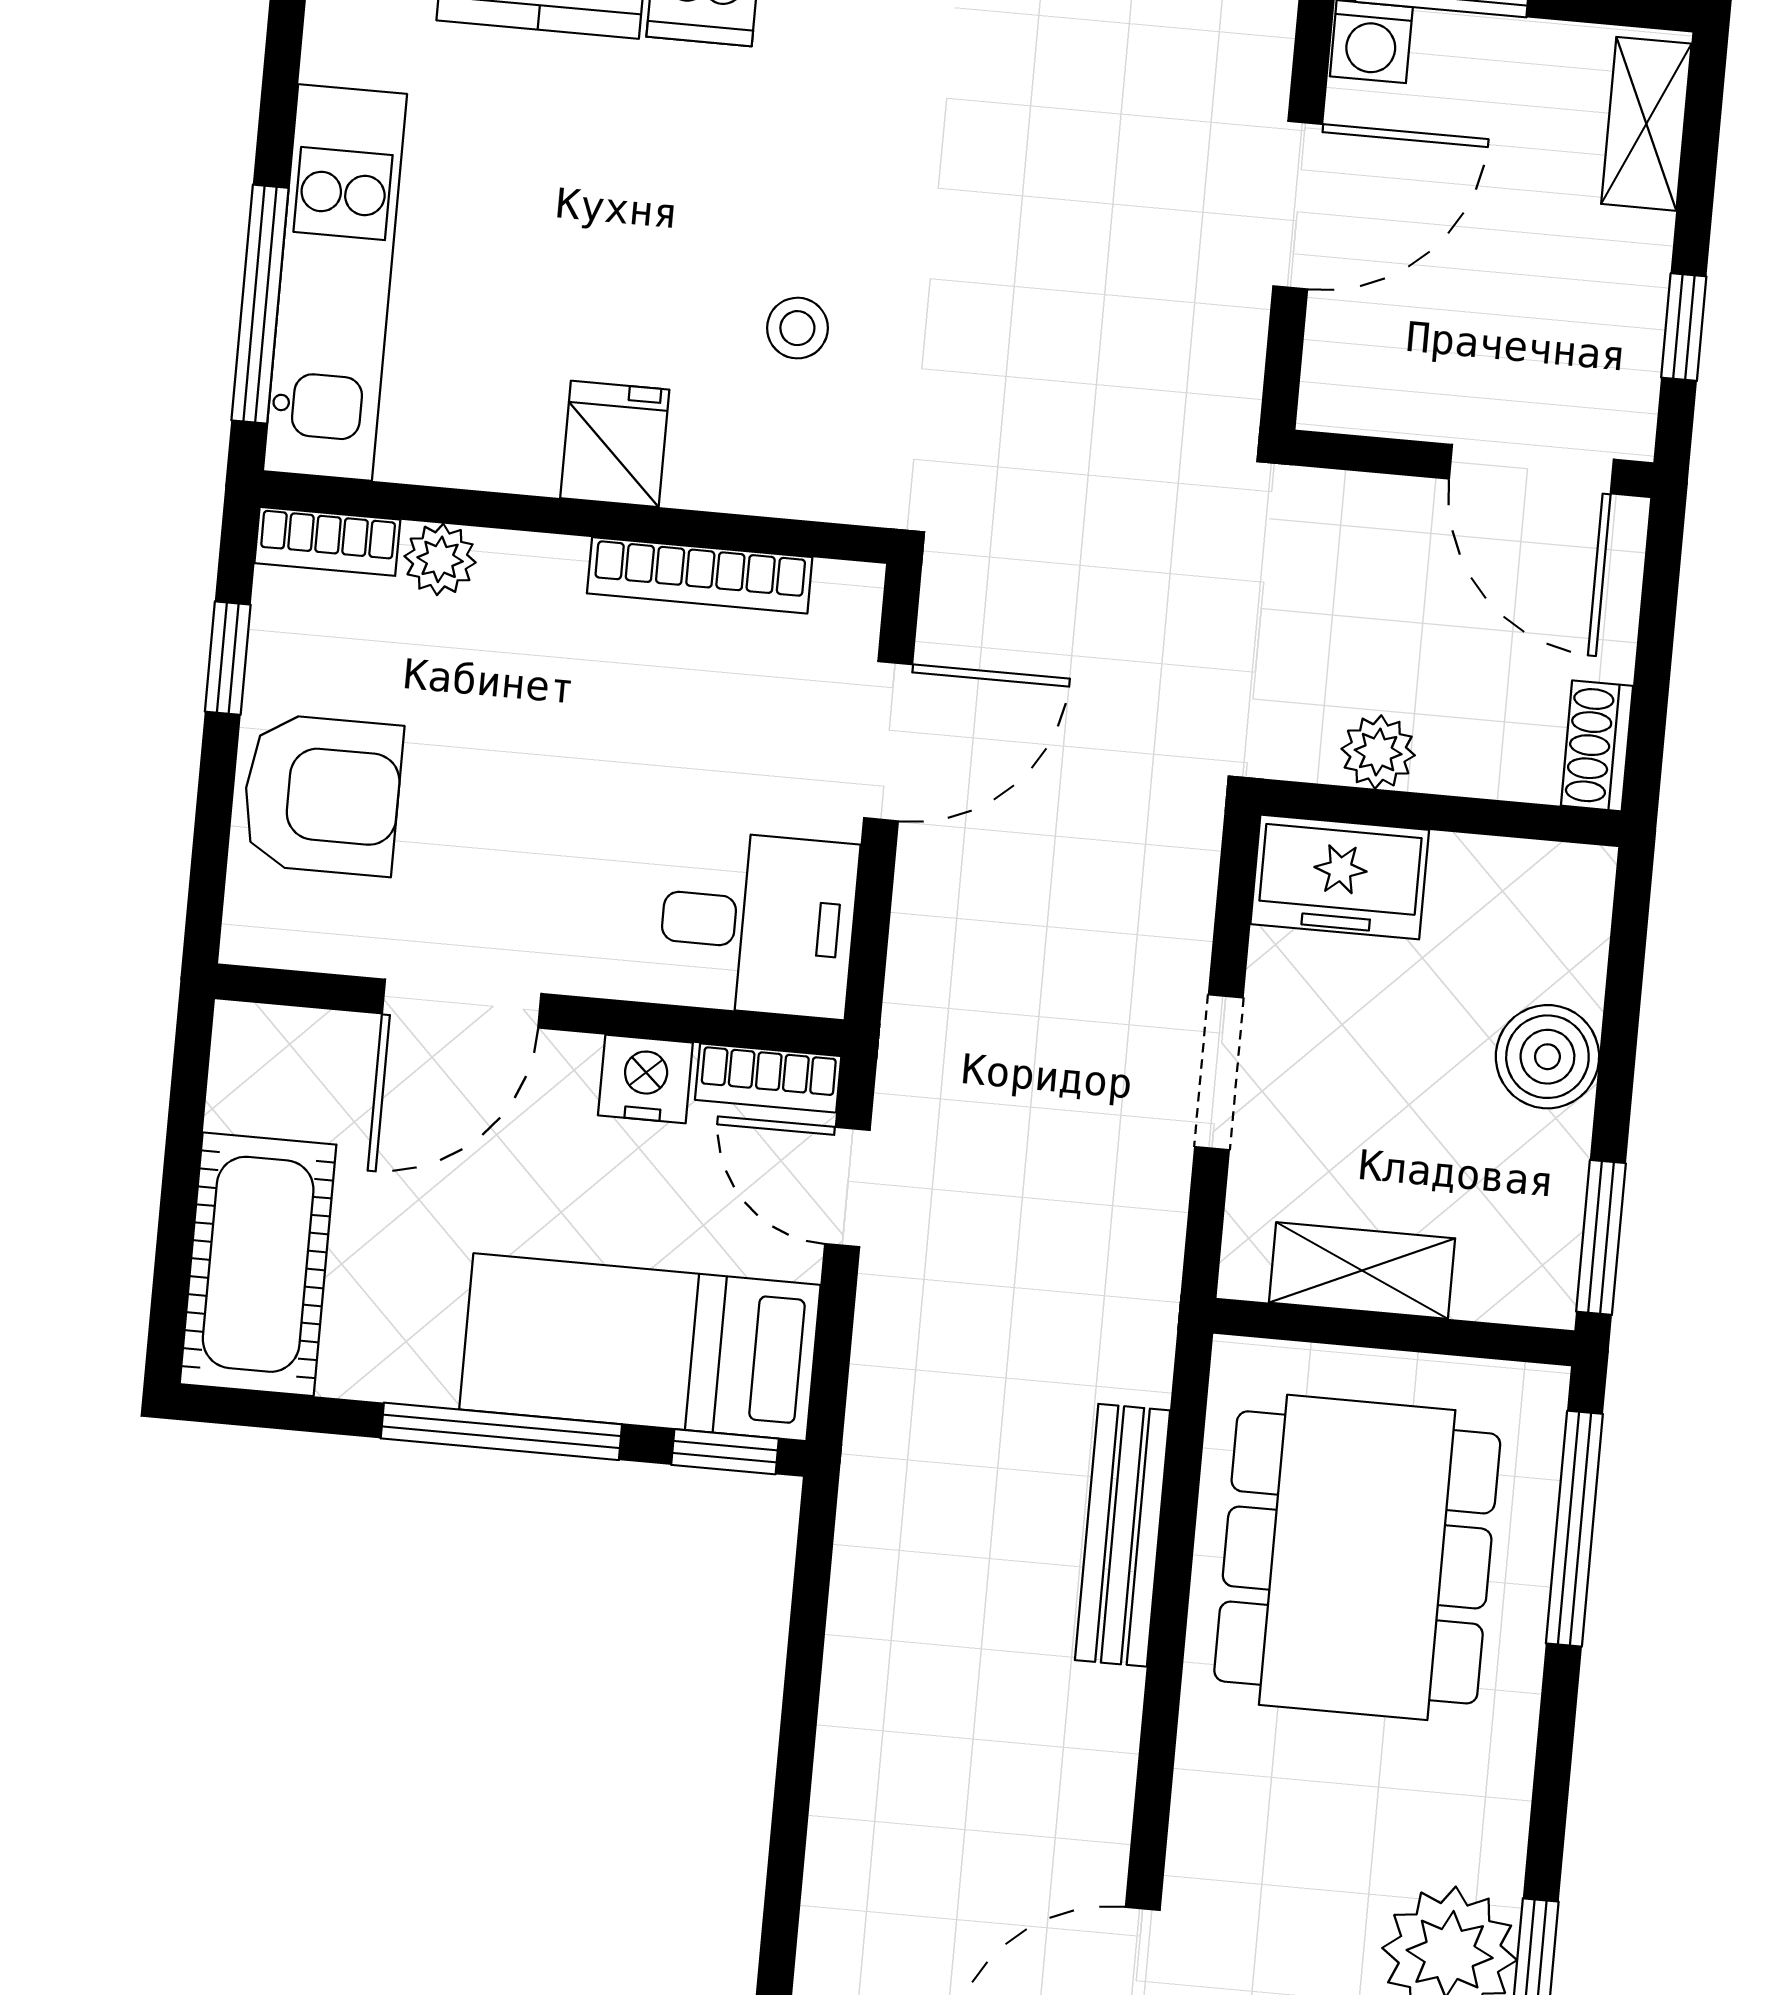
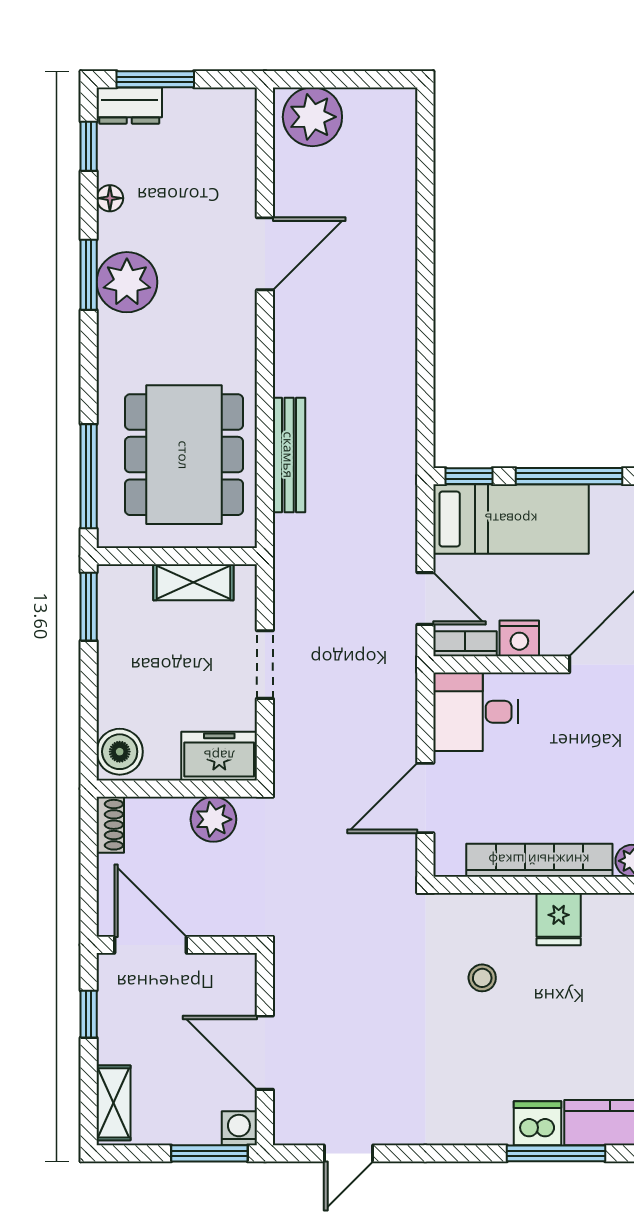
door: (1298, 205) -> (265, 1053), hinge flipped
bookcase: (700, 575) -> (539, 860), width x1.48, depth x1.31
plant: (1378, 752) -> (213, 819), width x1.38, depth x1.38
boiler: (1547, 1057) -> (120, 752), moved

